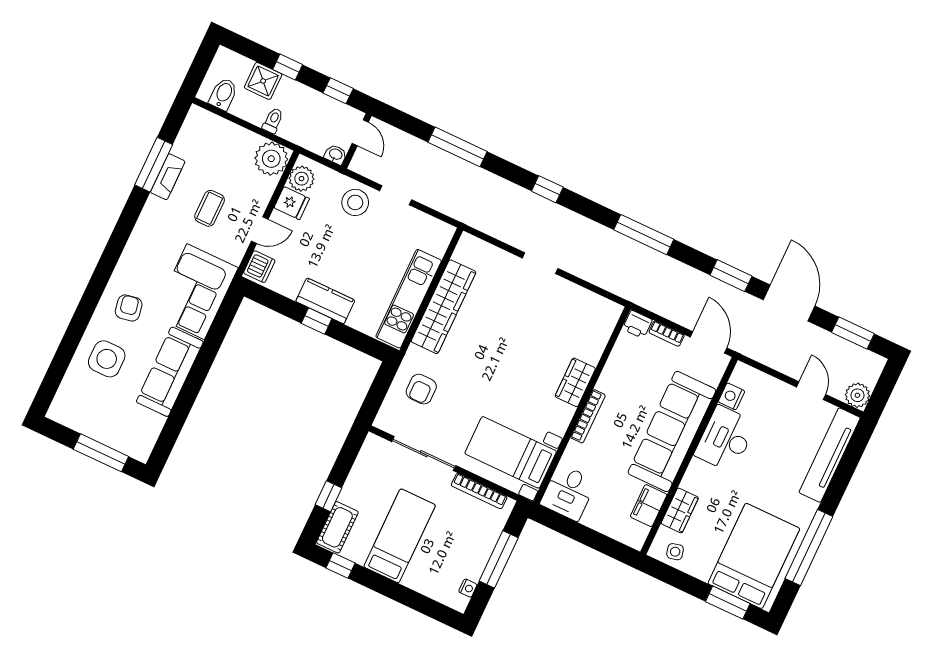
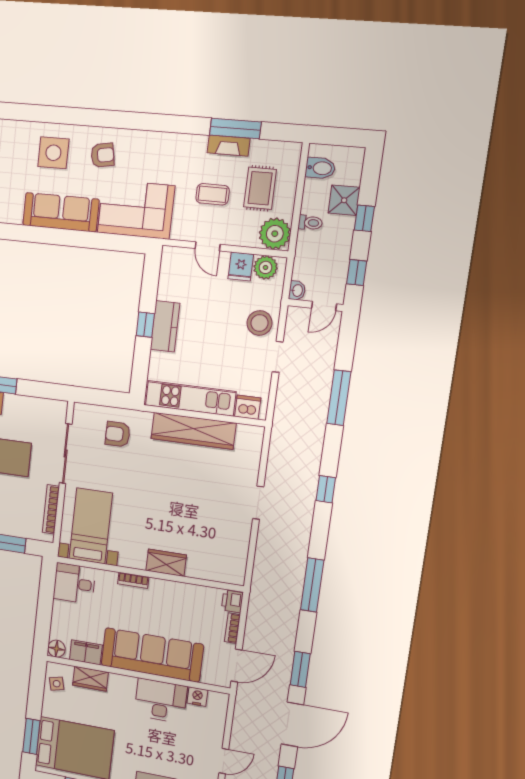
rug: (221, 159) -> (260, 188), added
dishwasher: (259, 267) -> (248, 407), moved, turned 180
bookcase: (588, 416) -> (133, 580), width x0.64
floor lamp: (635, 538) -> (56, 649), added

